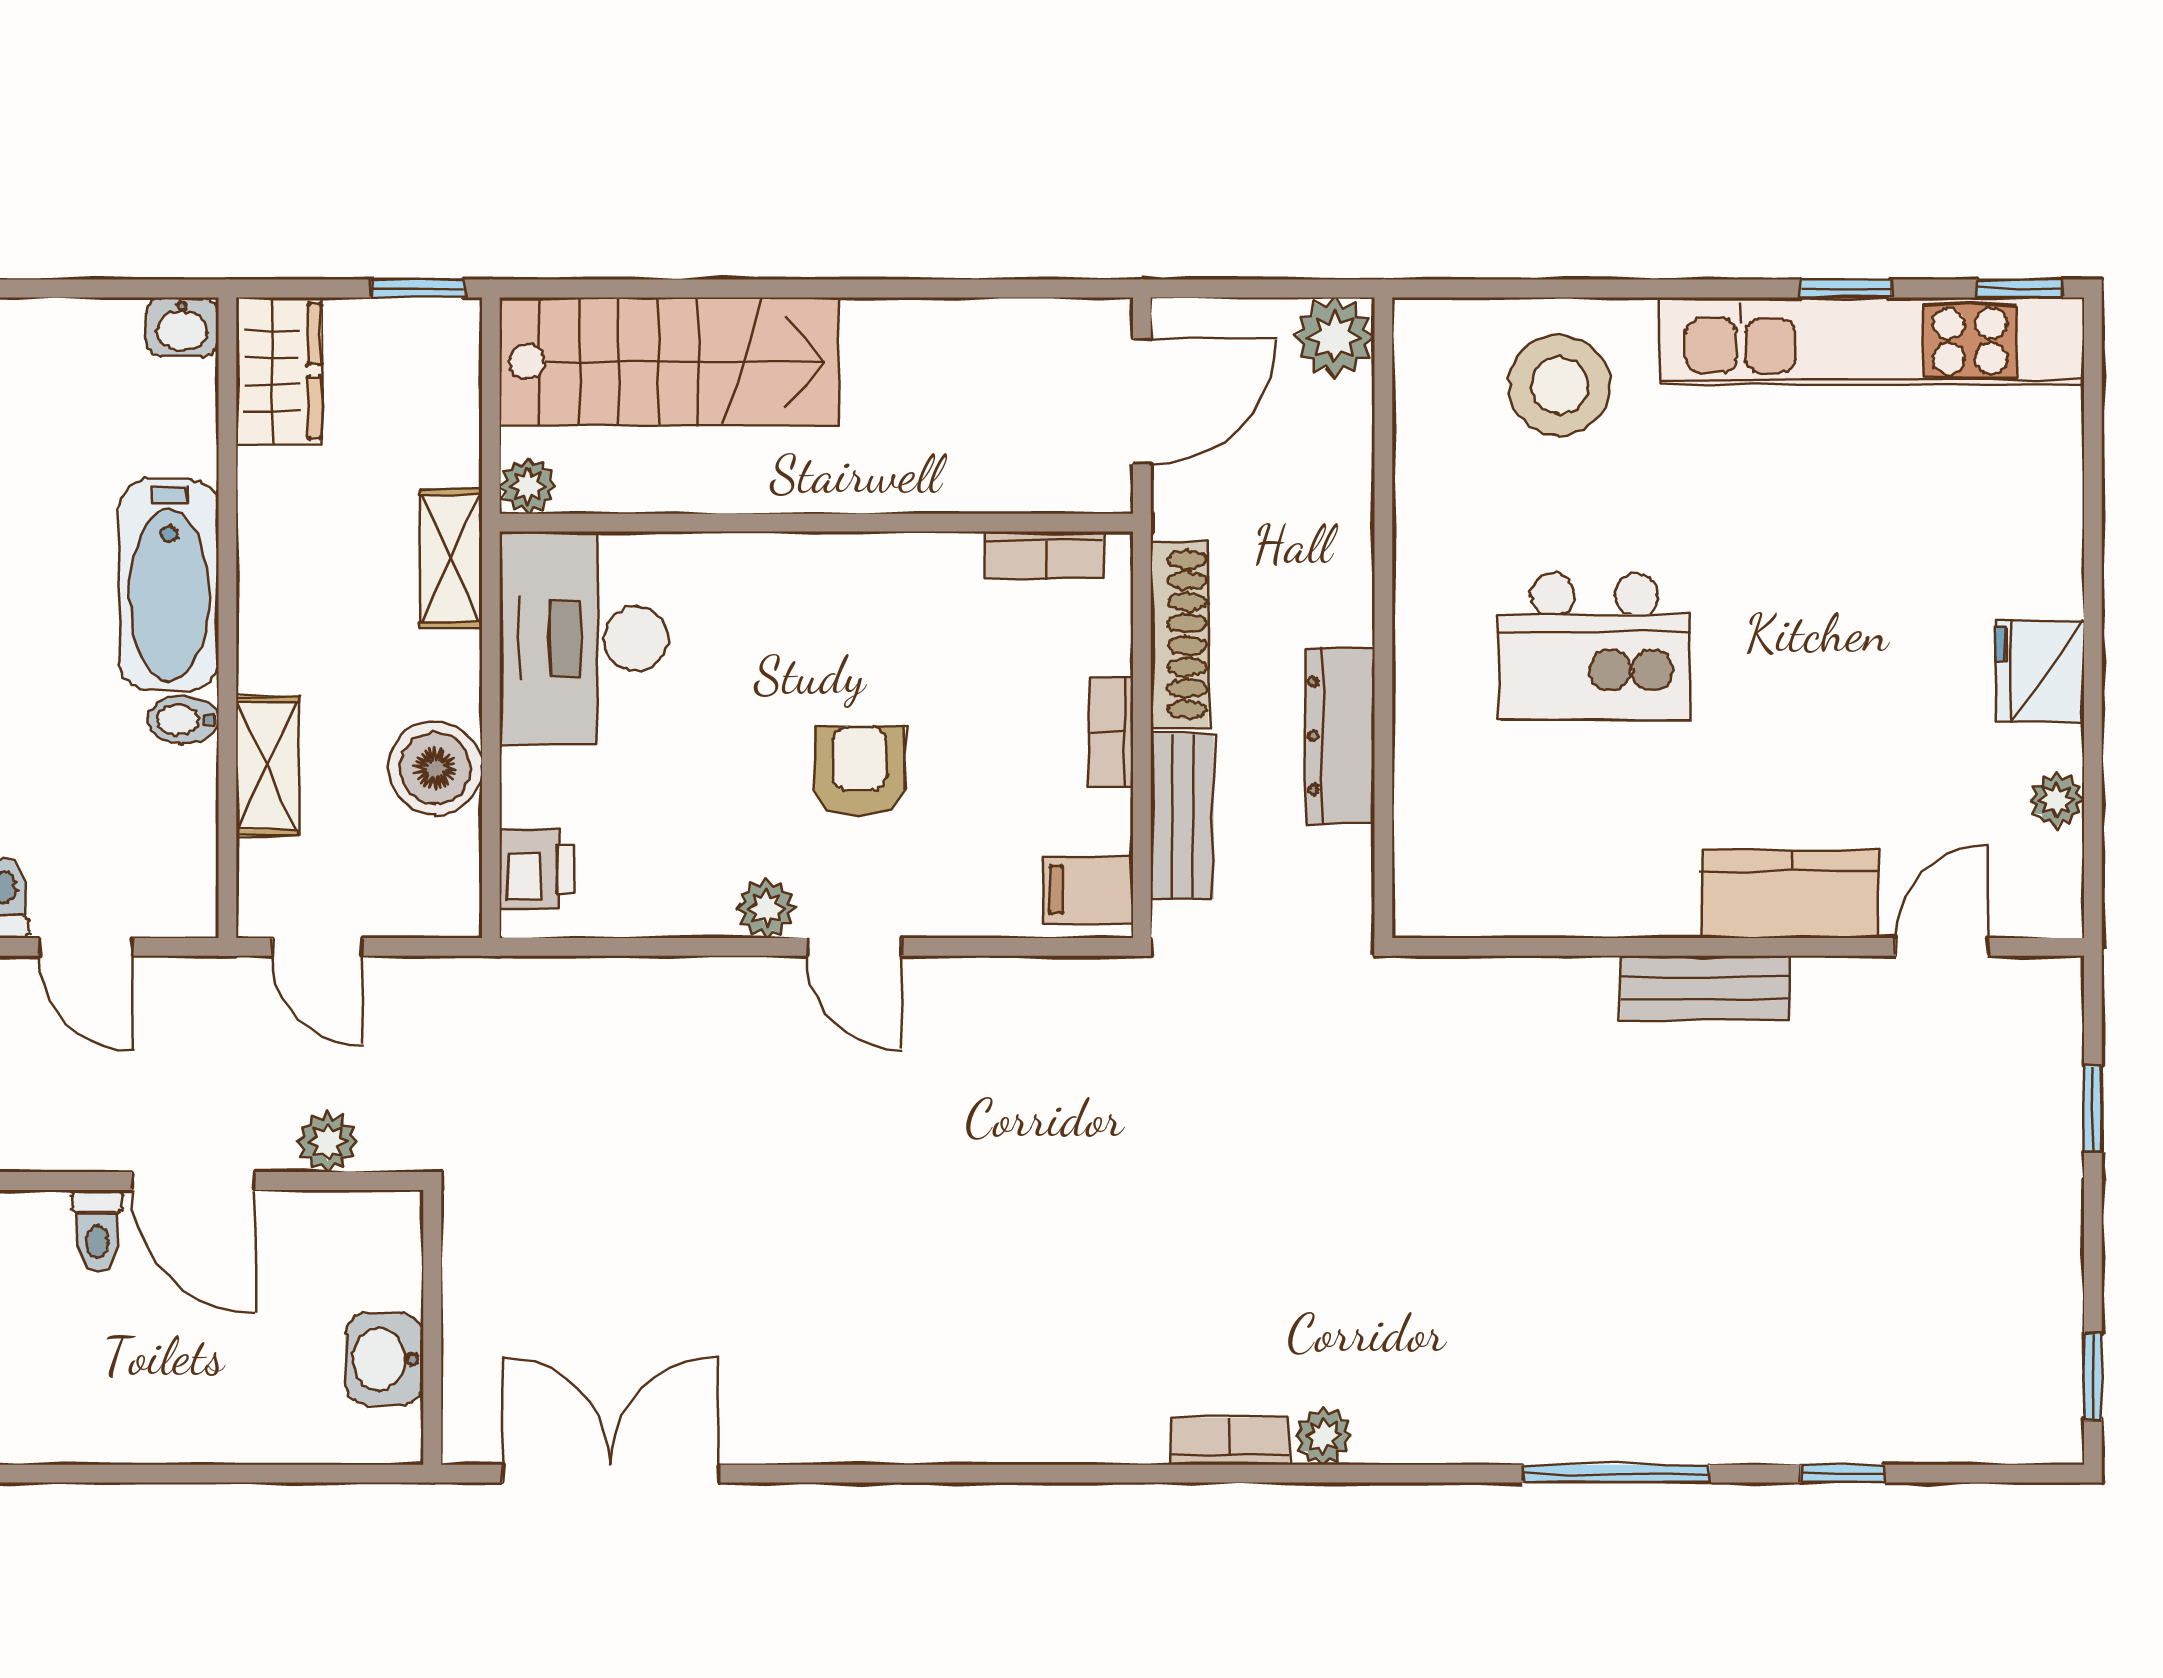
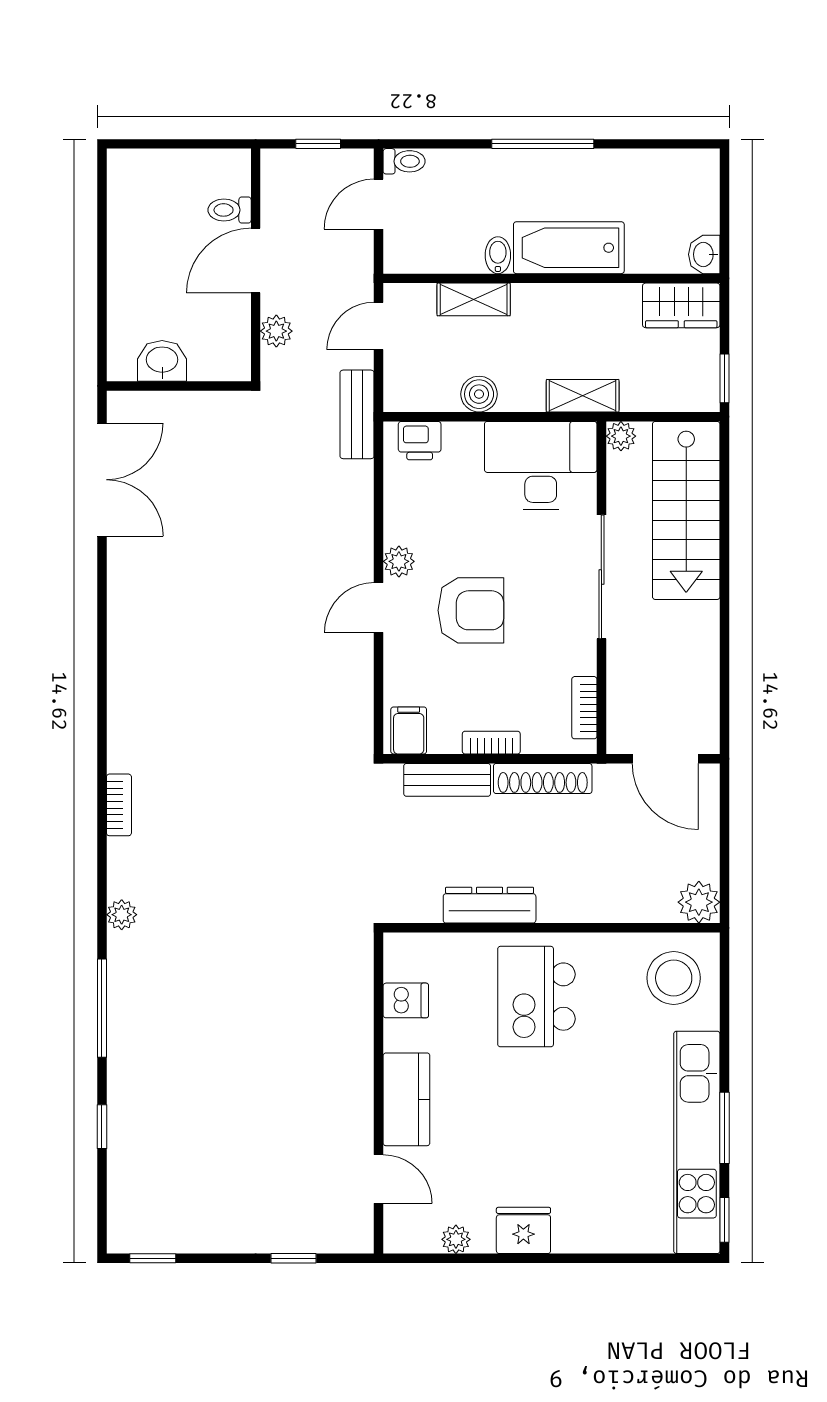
window: (1845, 288) -> (724, 1128), width x1.50
plant: (1334, 337) -> (699, 902), moved
sliding door: (796, 523) -> (601, 577), added
wall: (1383, 618) -> (552, 928), moved
dresser: (1340, 736) -> (490, 905), moved
boiler: (435, 768) -> (479, 394), width x0.73, depth x0.73
armchair: (859, 771) -> (471, 610), width x1.38, depth x1.38
dishwasher: (1602, 895) -> (406, 1000), added
bench: (1705, 988) -> (357, 414), moved
plant: (1323, 1436) -> (122, 915), moved

